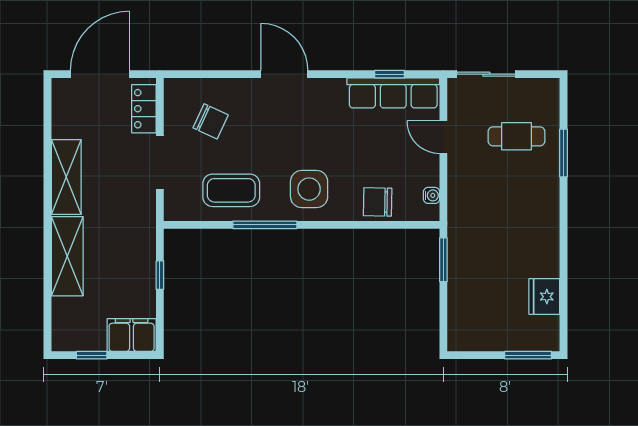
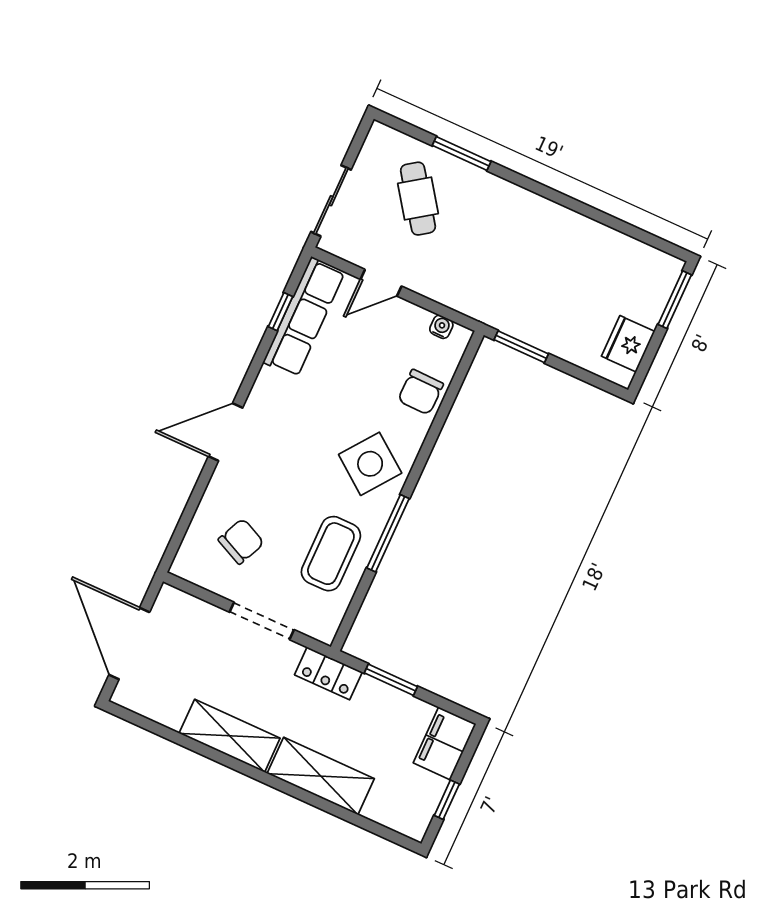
locker: (144, 109) -> (328, 673), moved
cafe table: (517, 136) -> (418, 199), turned -35
side table: (309, 189) -> (370, 464), turned 37
window: (160, 275) -> (391, 680), width x1.50
fridge: (544, 297) -> (628, 344), moved, turned 90

